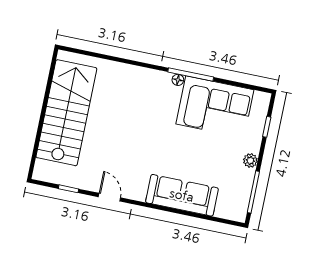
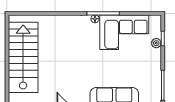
plant: (250, 161) -> (156, 43), moved

